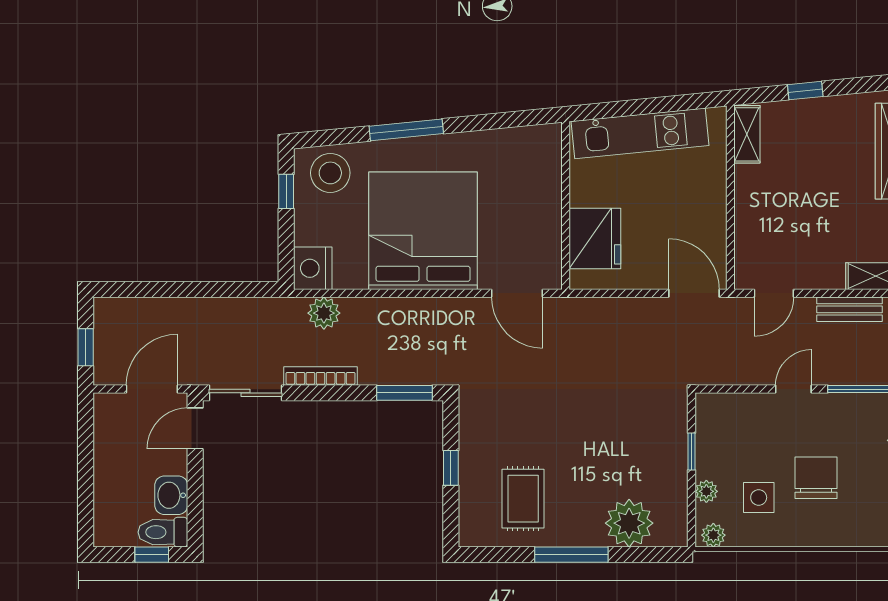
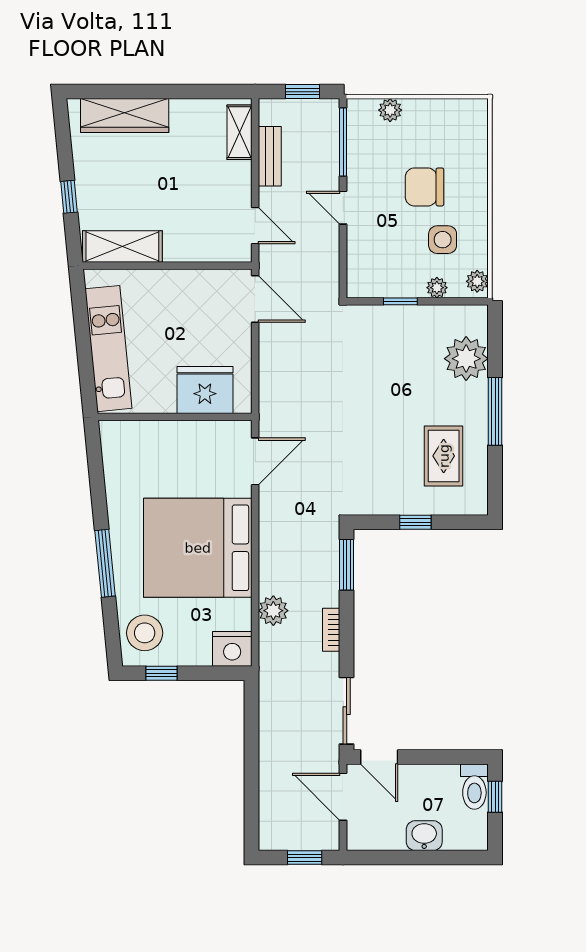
shelving: (747, 134) -> (122, 246), width x1.50, depth x1.33
door: (694, 293) -> (255, 299), swing flipped
plant: (324, 313) -> (273, 611), moved
bookcase: (320, 376) -> (331, 630), width x0.64
washbasin: (171, 495) -> (424, 836), moved, turned 180
rug: (523, 499) -> (444, 456), turned 90

